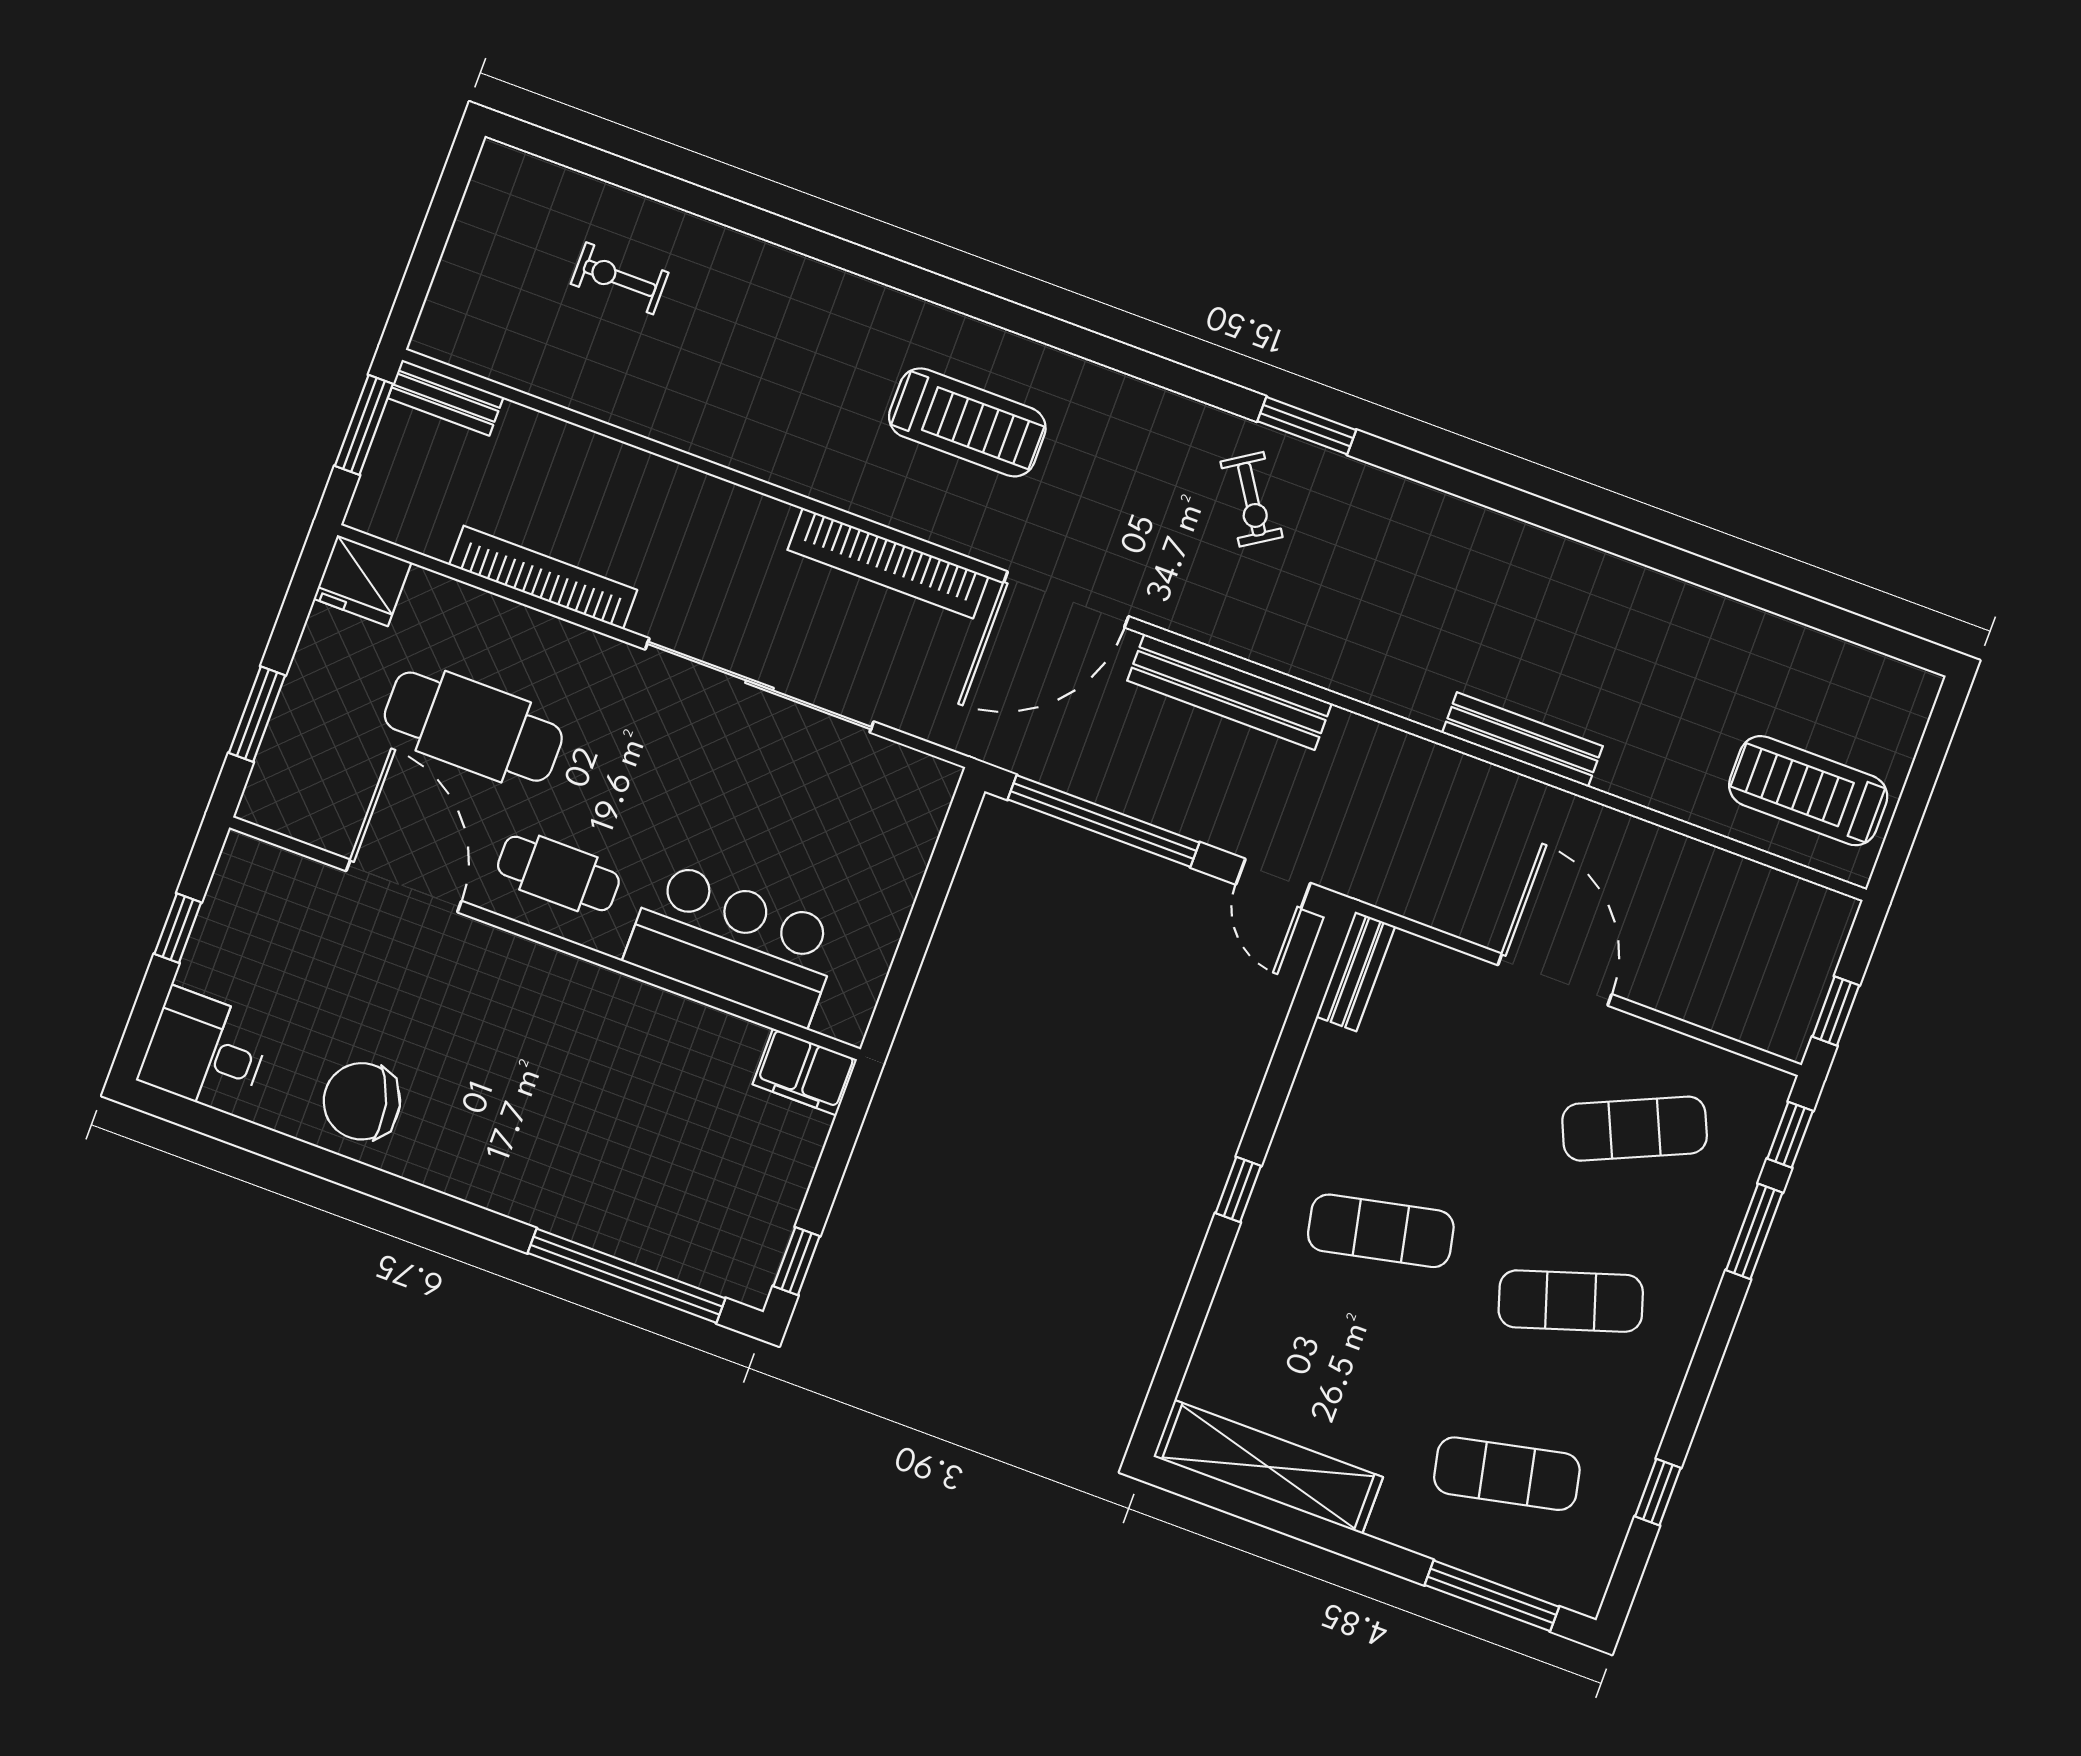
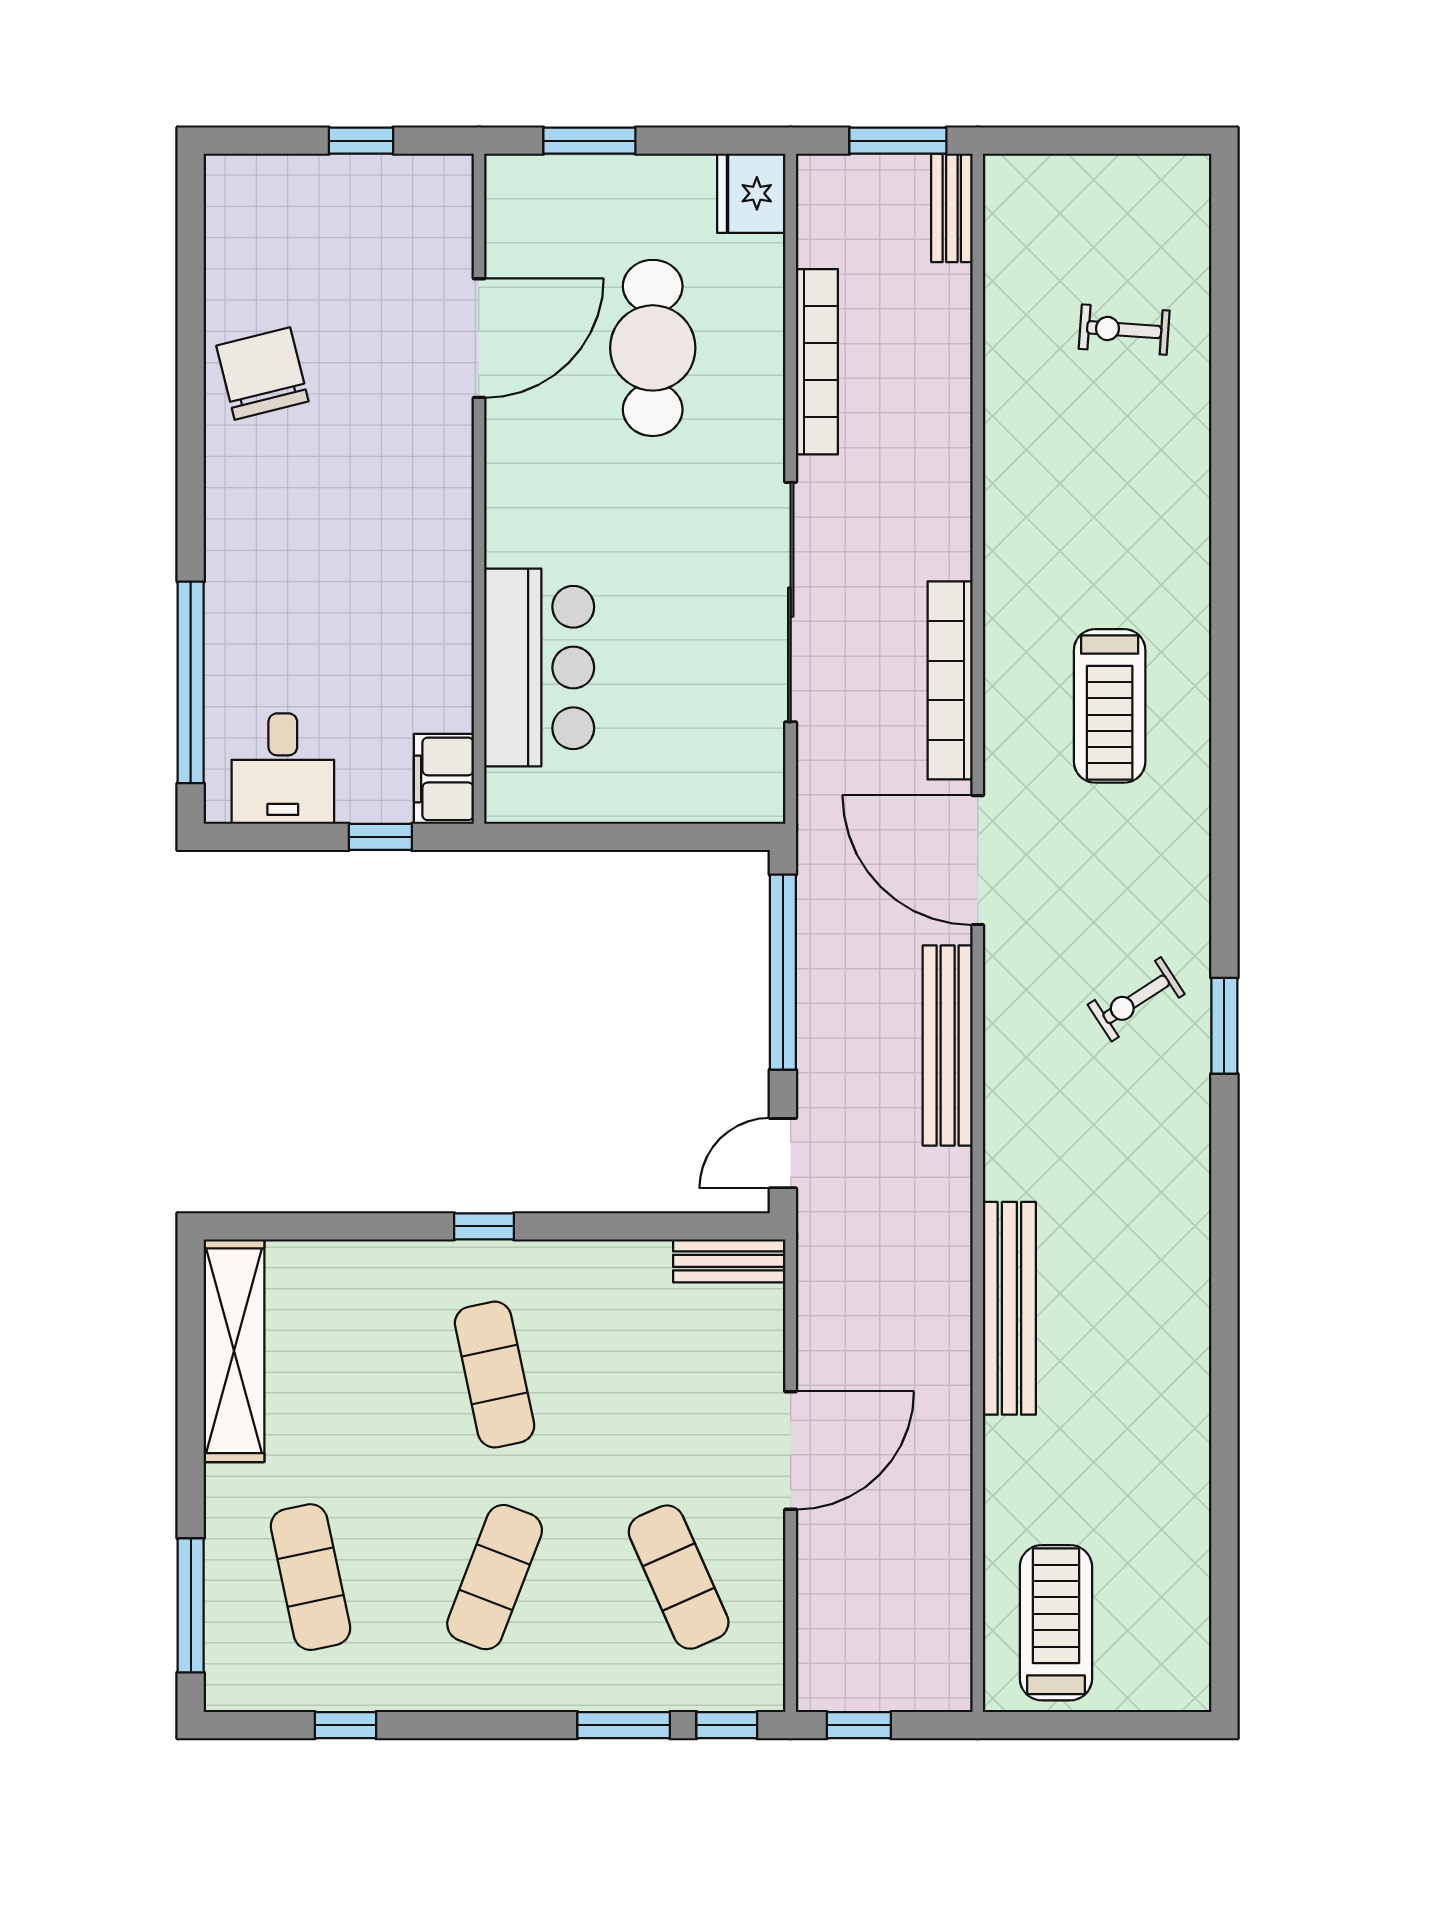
exercise bike: (620, 278) -> (1124, 330), turned -86
bench: (1522, 740) -> (1009, 1308), width x1.37, depth x1.21
cafe table: (558, 873) -> (544, 479), removed
desk: (205, 1051) -> (283, 769), moved, turned 180
window: (797, 1261) -> (380, 837), moved
exercise mat: (1571, 1301) -> (495, 1577), turned 39

